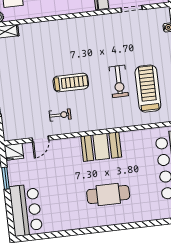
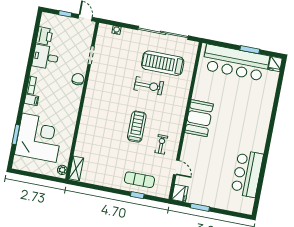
exercise mat: (14, 104) -> (139, 180), added
cafe table: (108, 194) -> (241, 125), removed
bar counter: (26, 210) -> (247, 174), moved, turned -90

